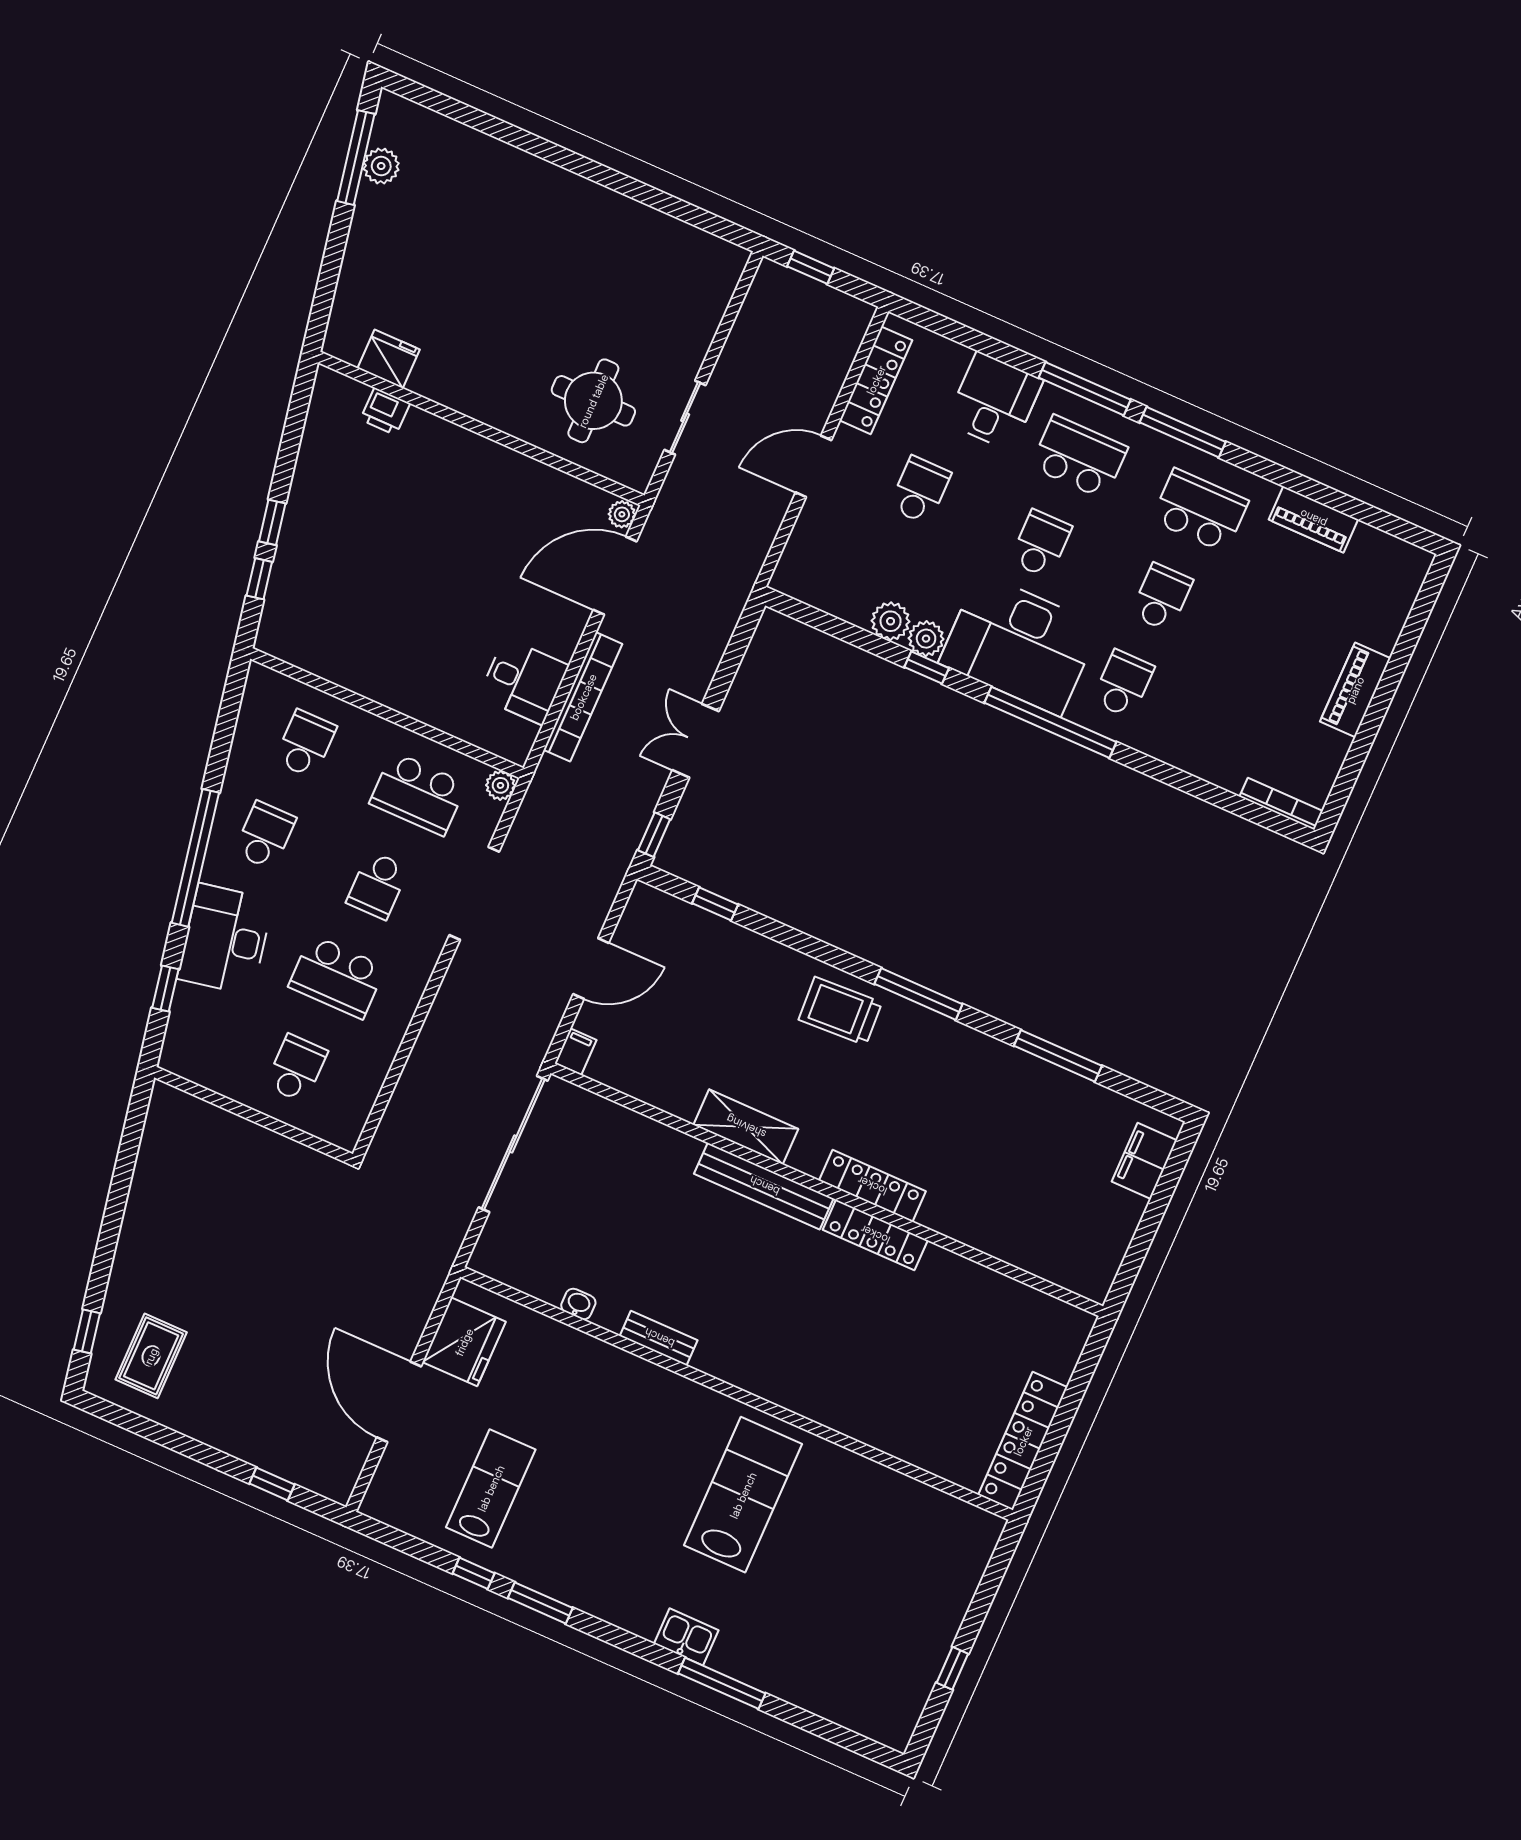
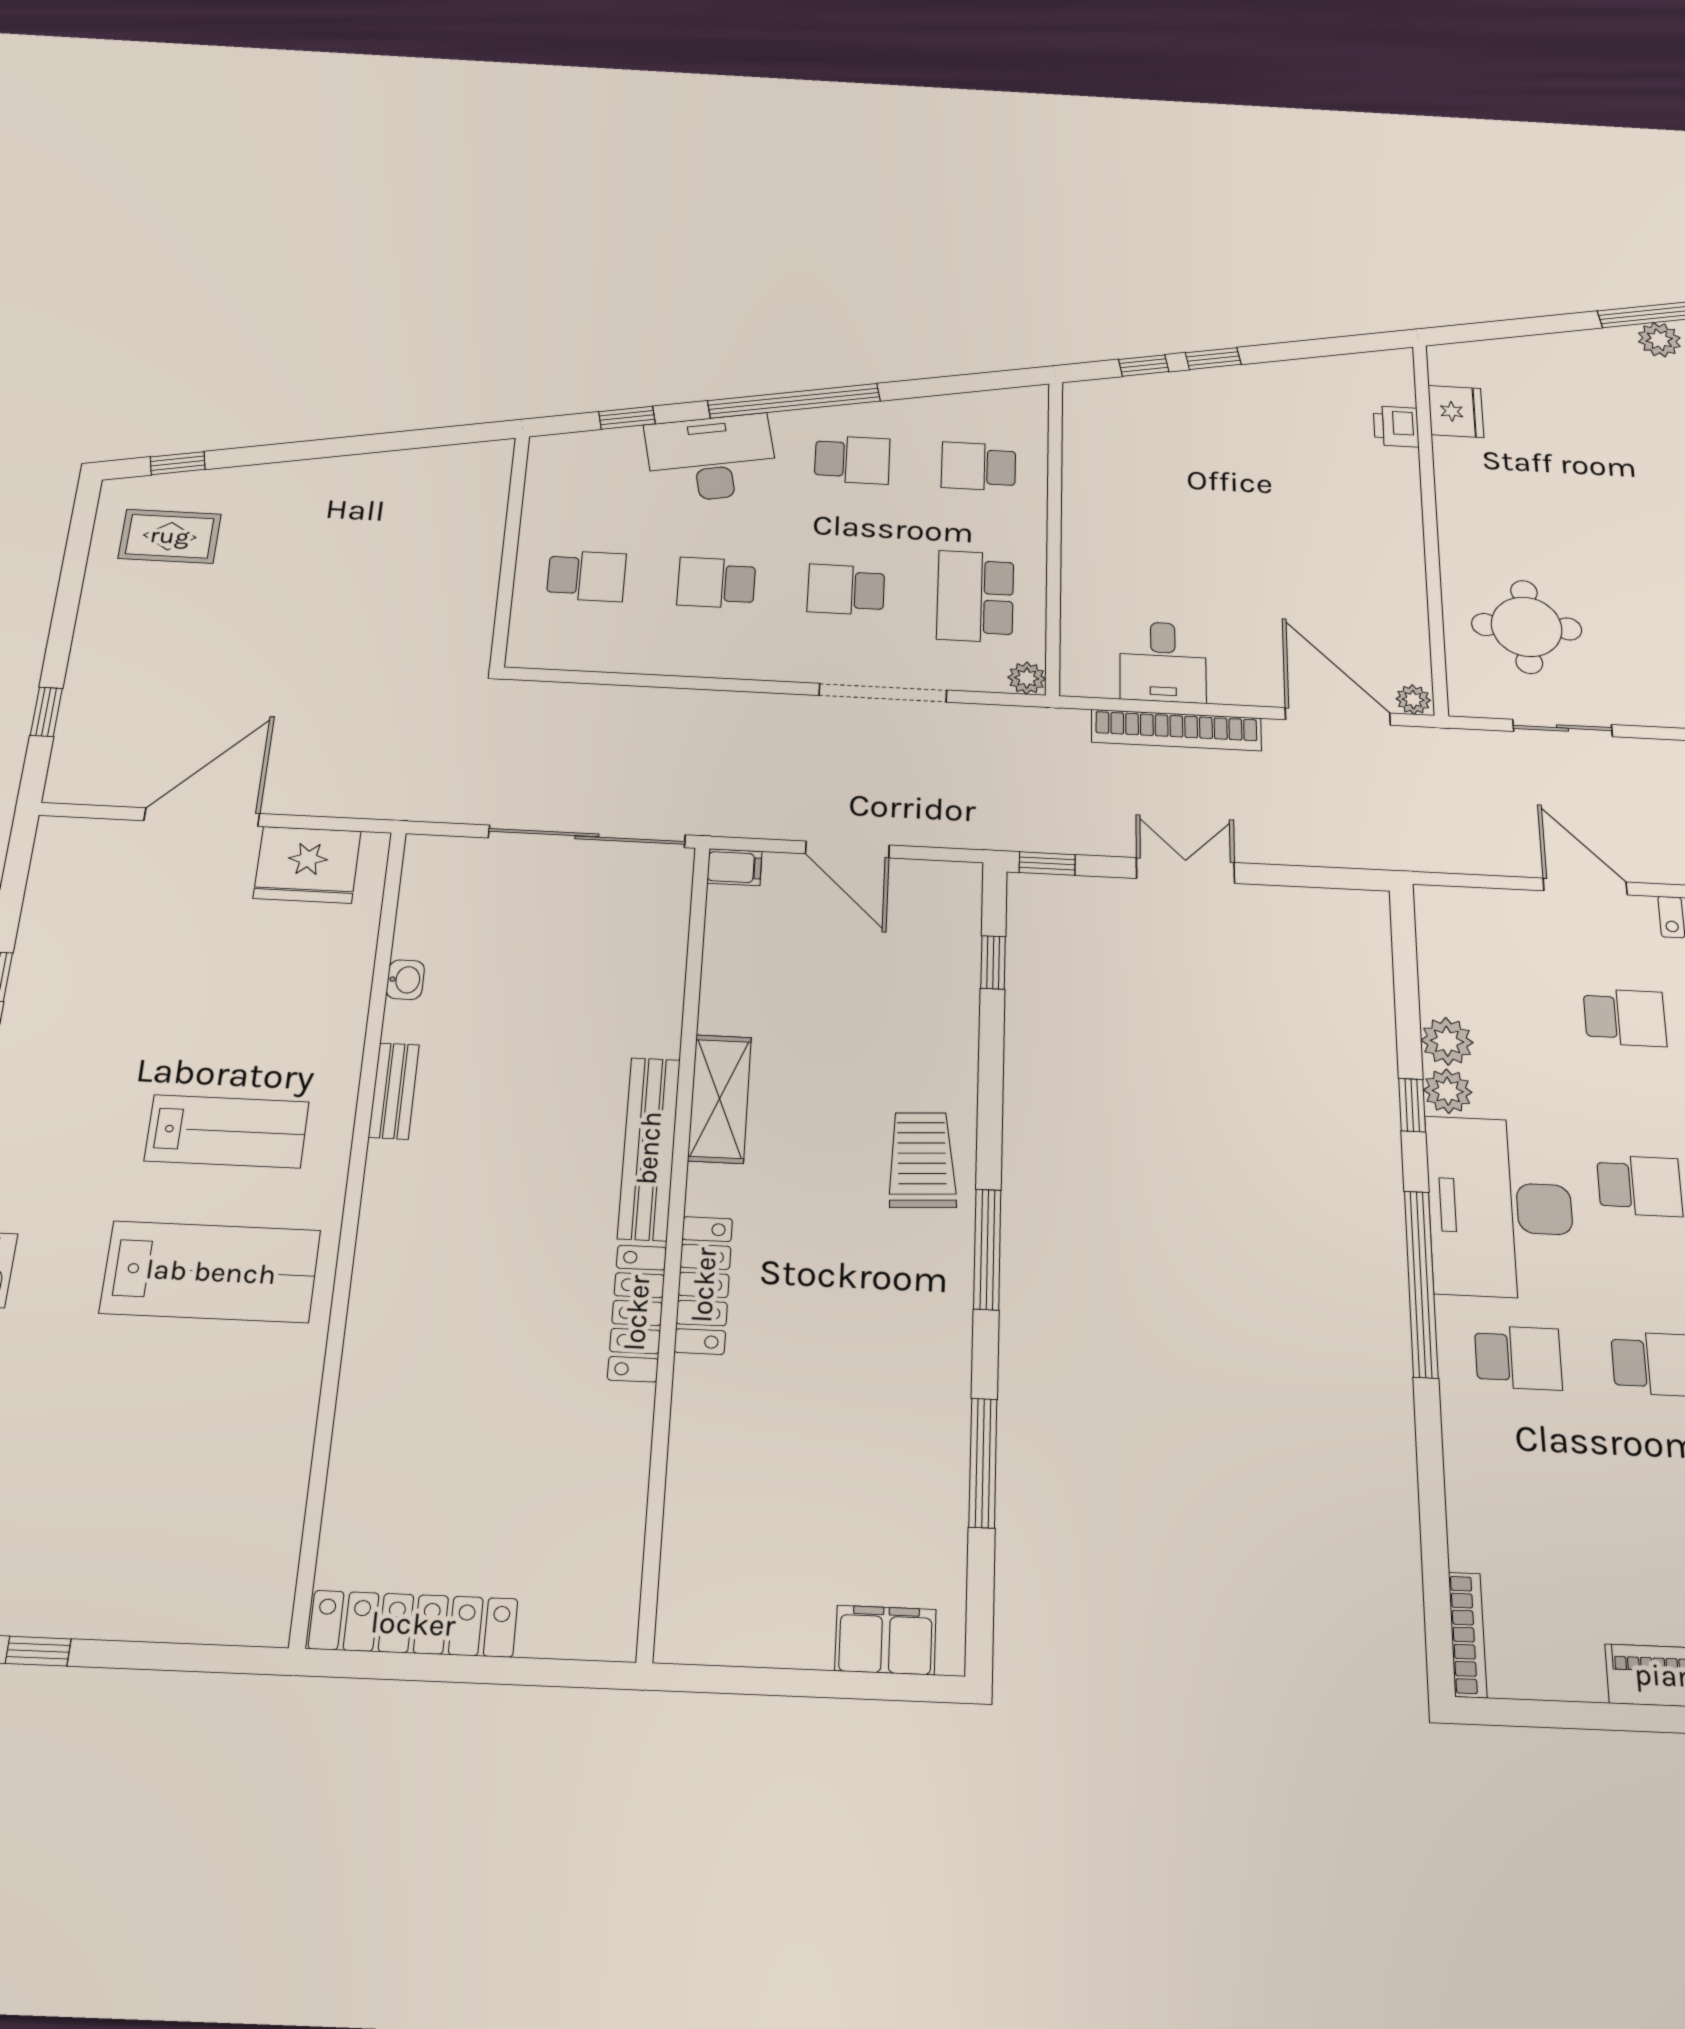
school desk: (306, 744) -> (978, 467), turned 180
school desk: (337, 977) -> (716, 583), width x0.54
lab bench: (491, 1488) -> (227, 1131), moved

